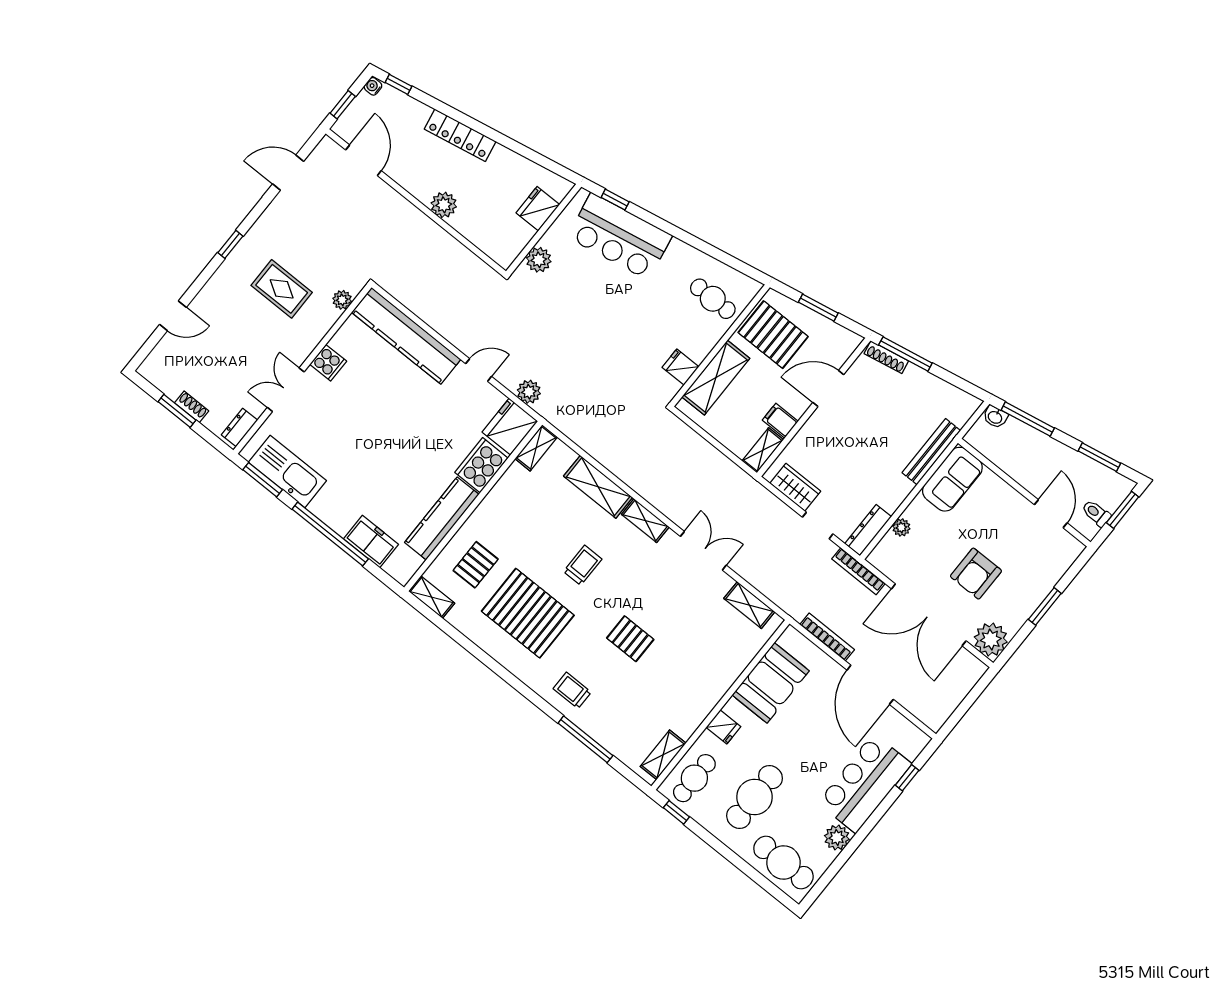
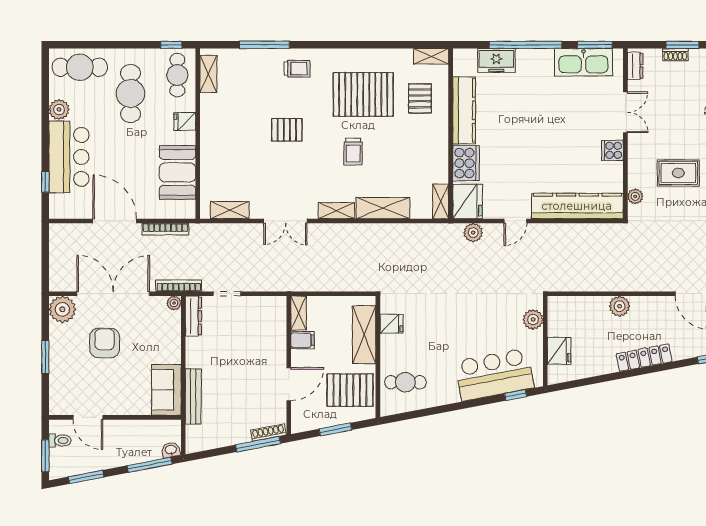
wardrobe: (795, 487) -> (260, 306), removed
plant: (901, 527) -> (174, 303), moved

